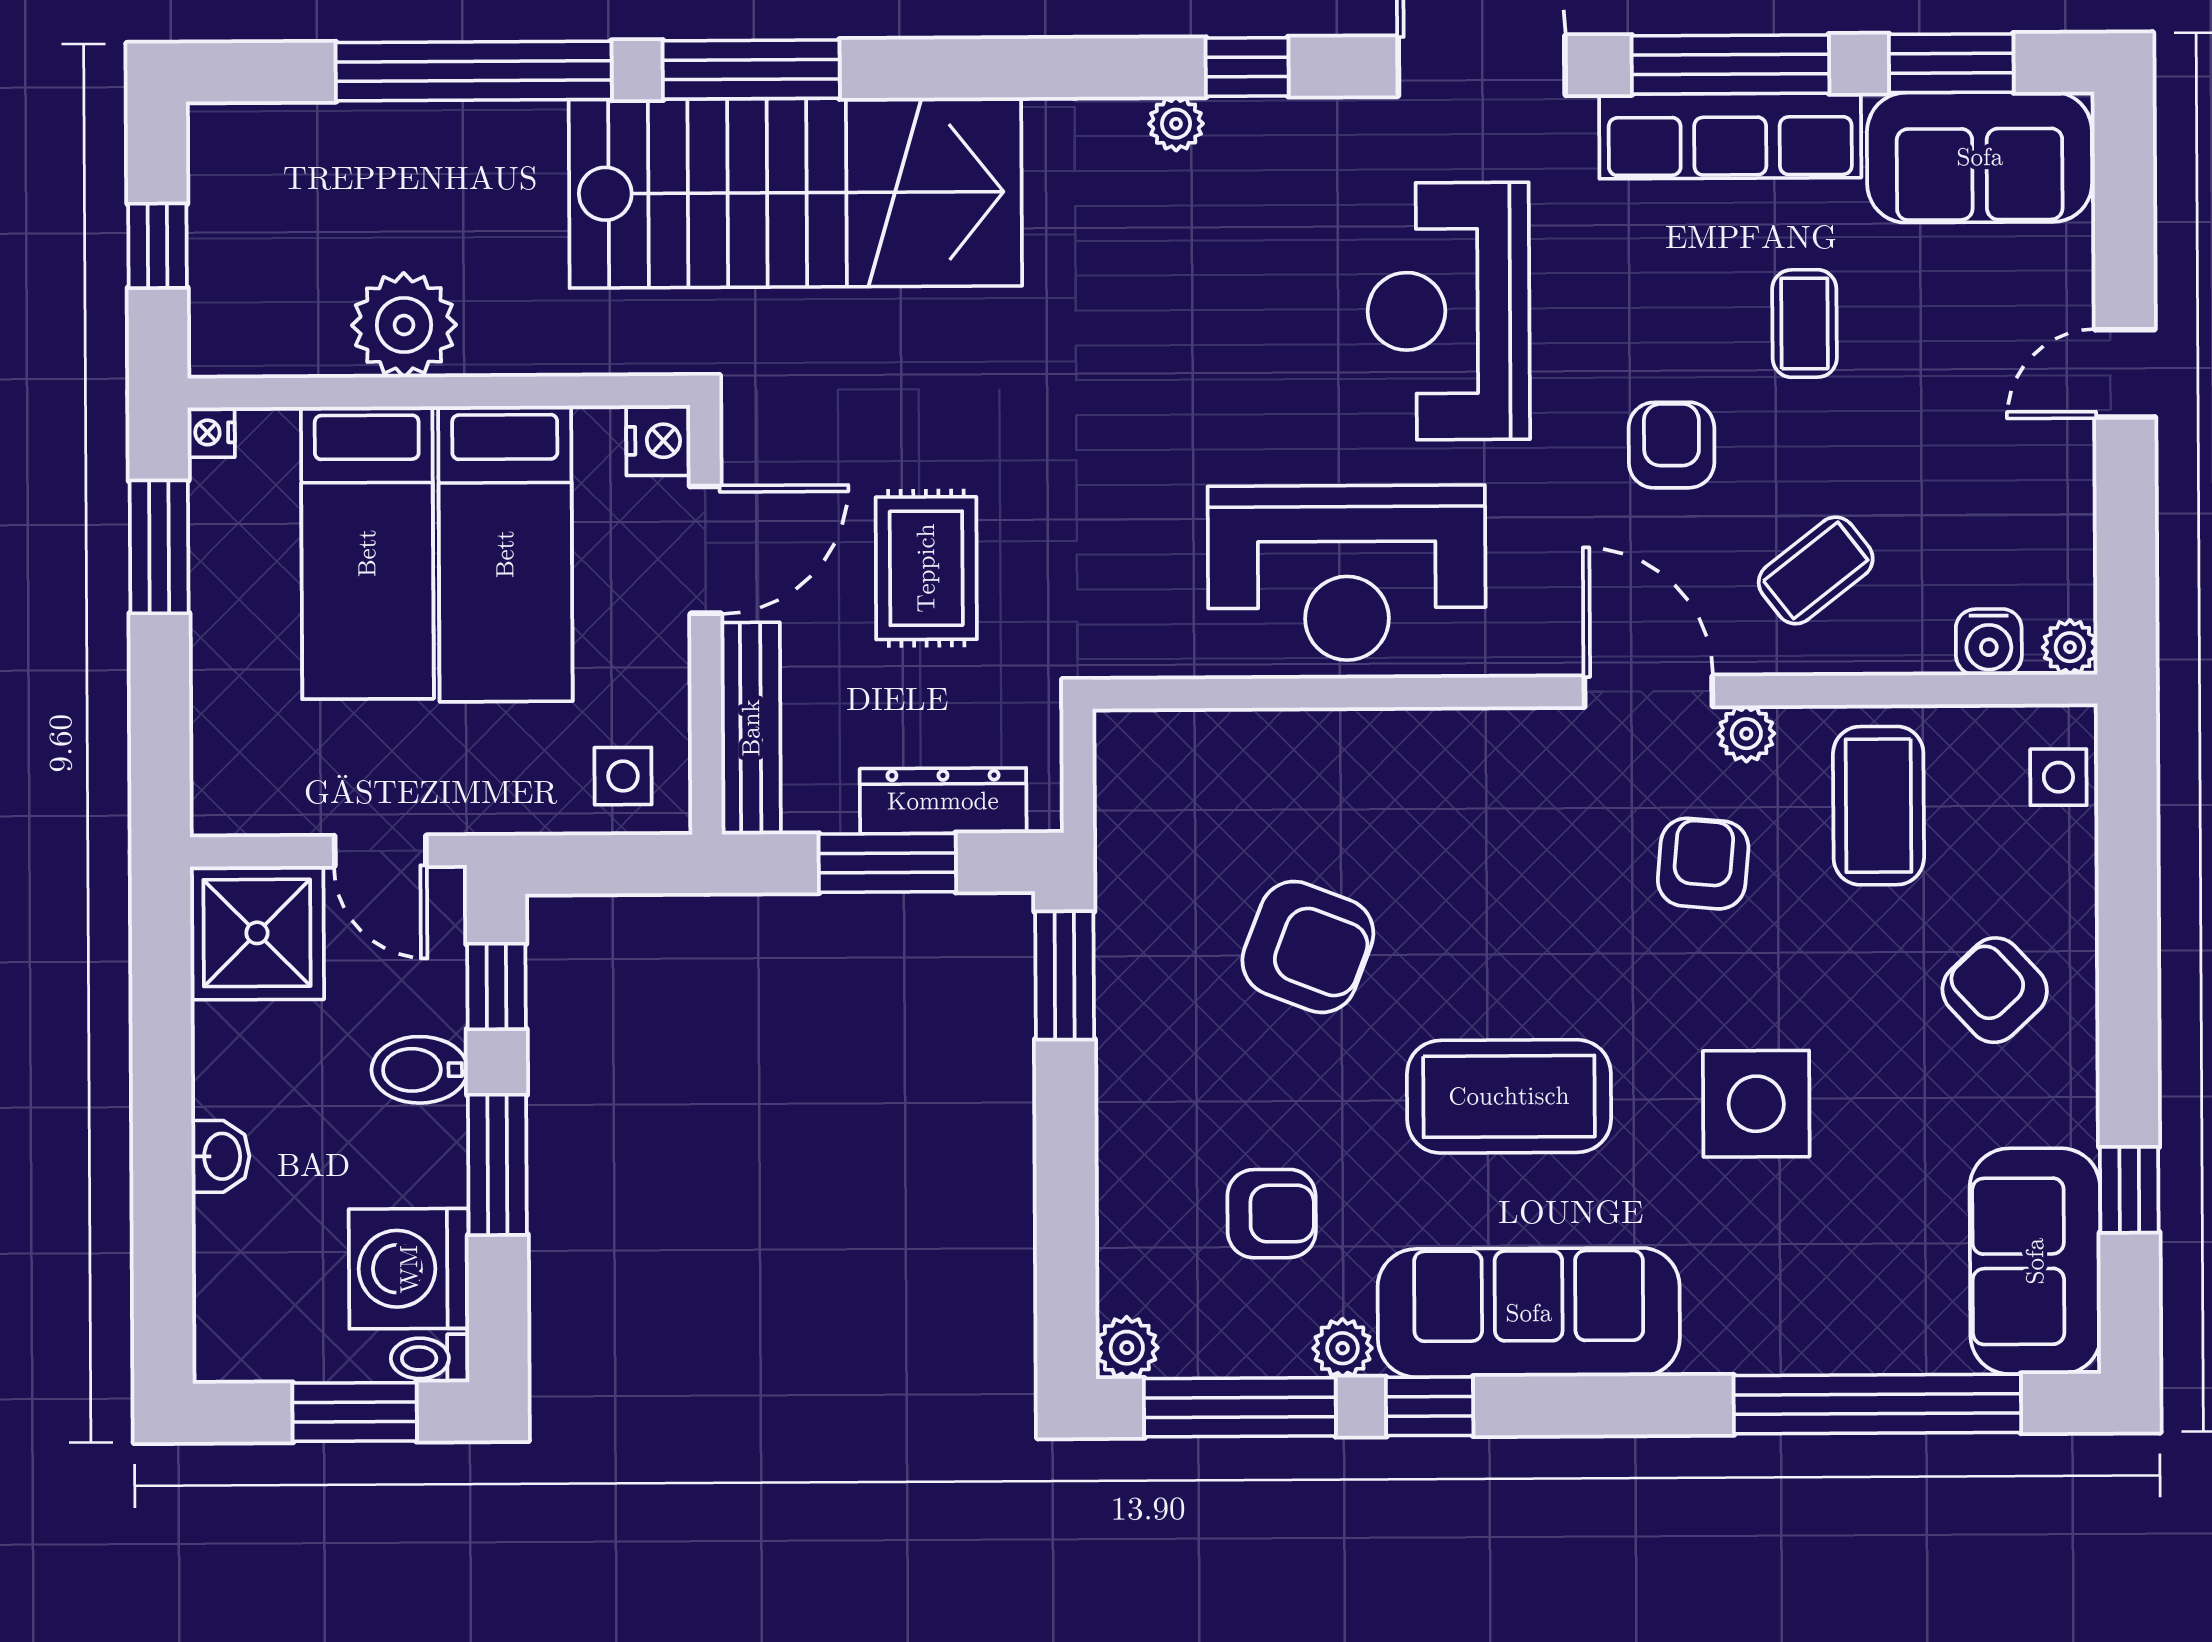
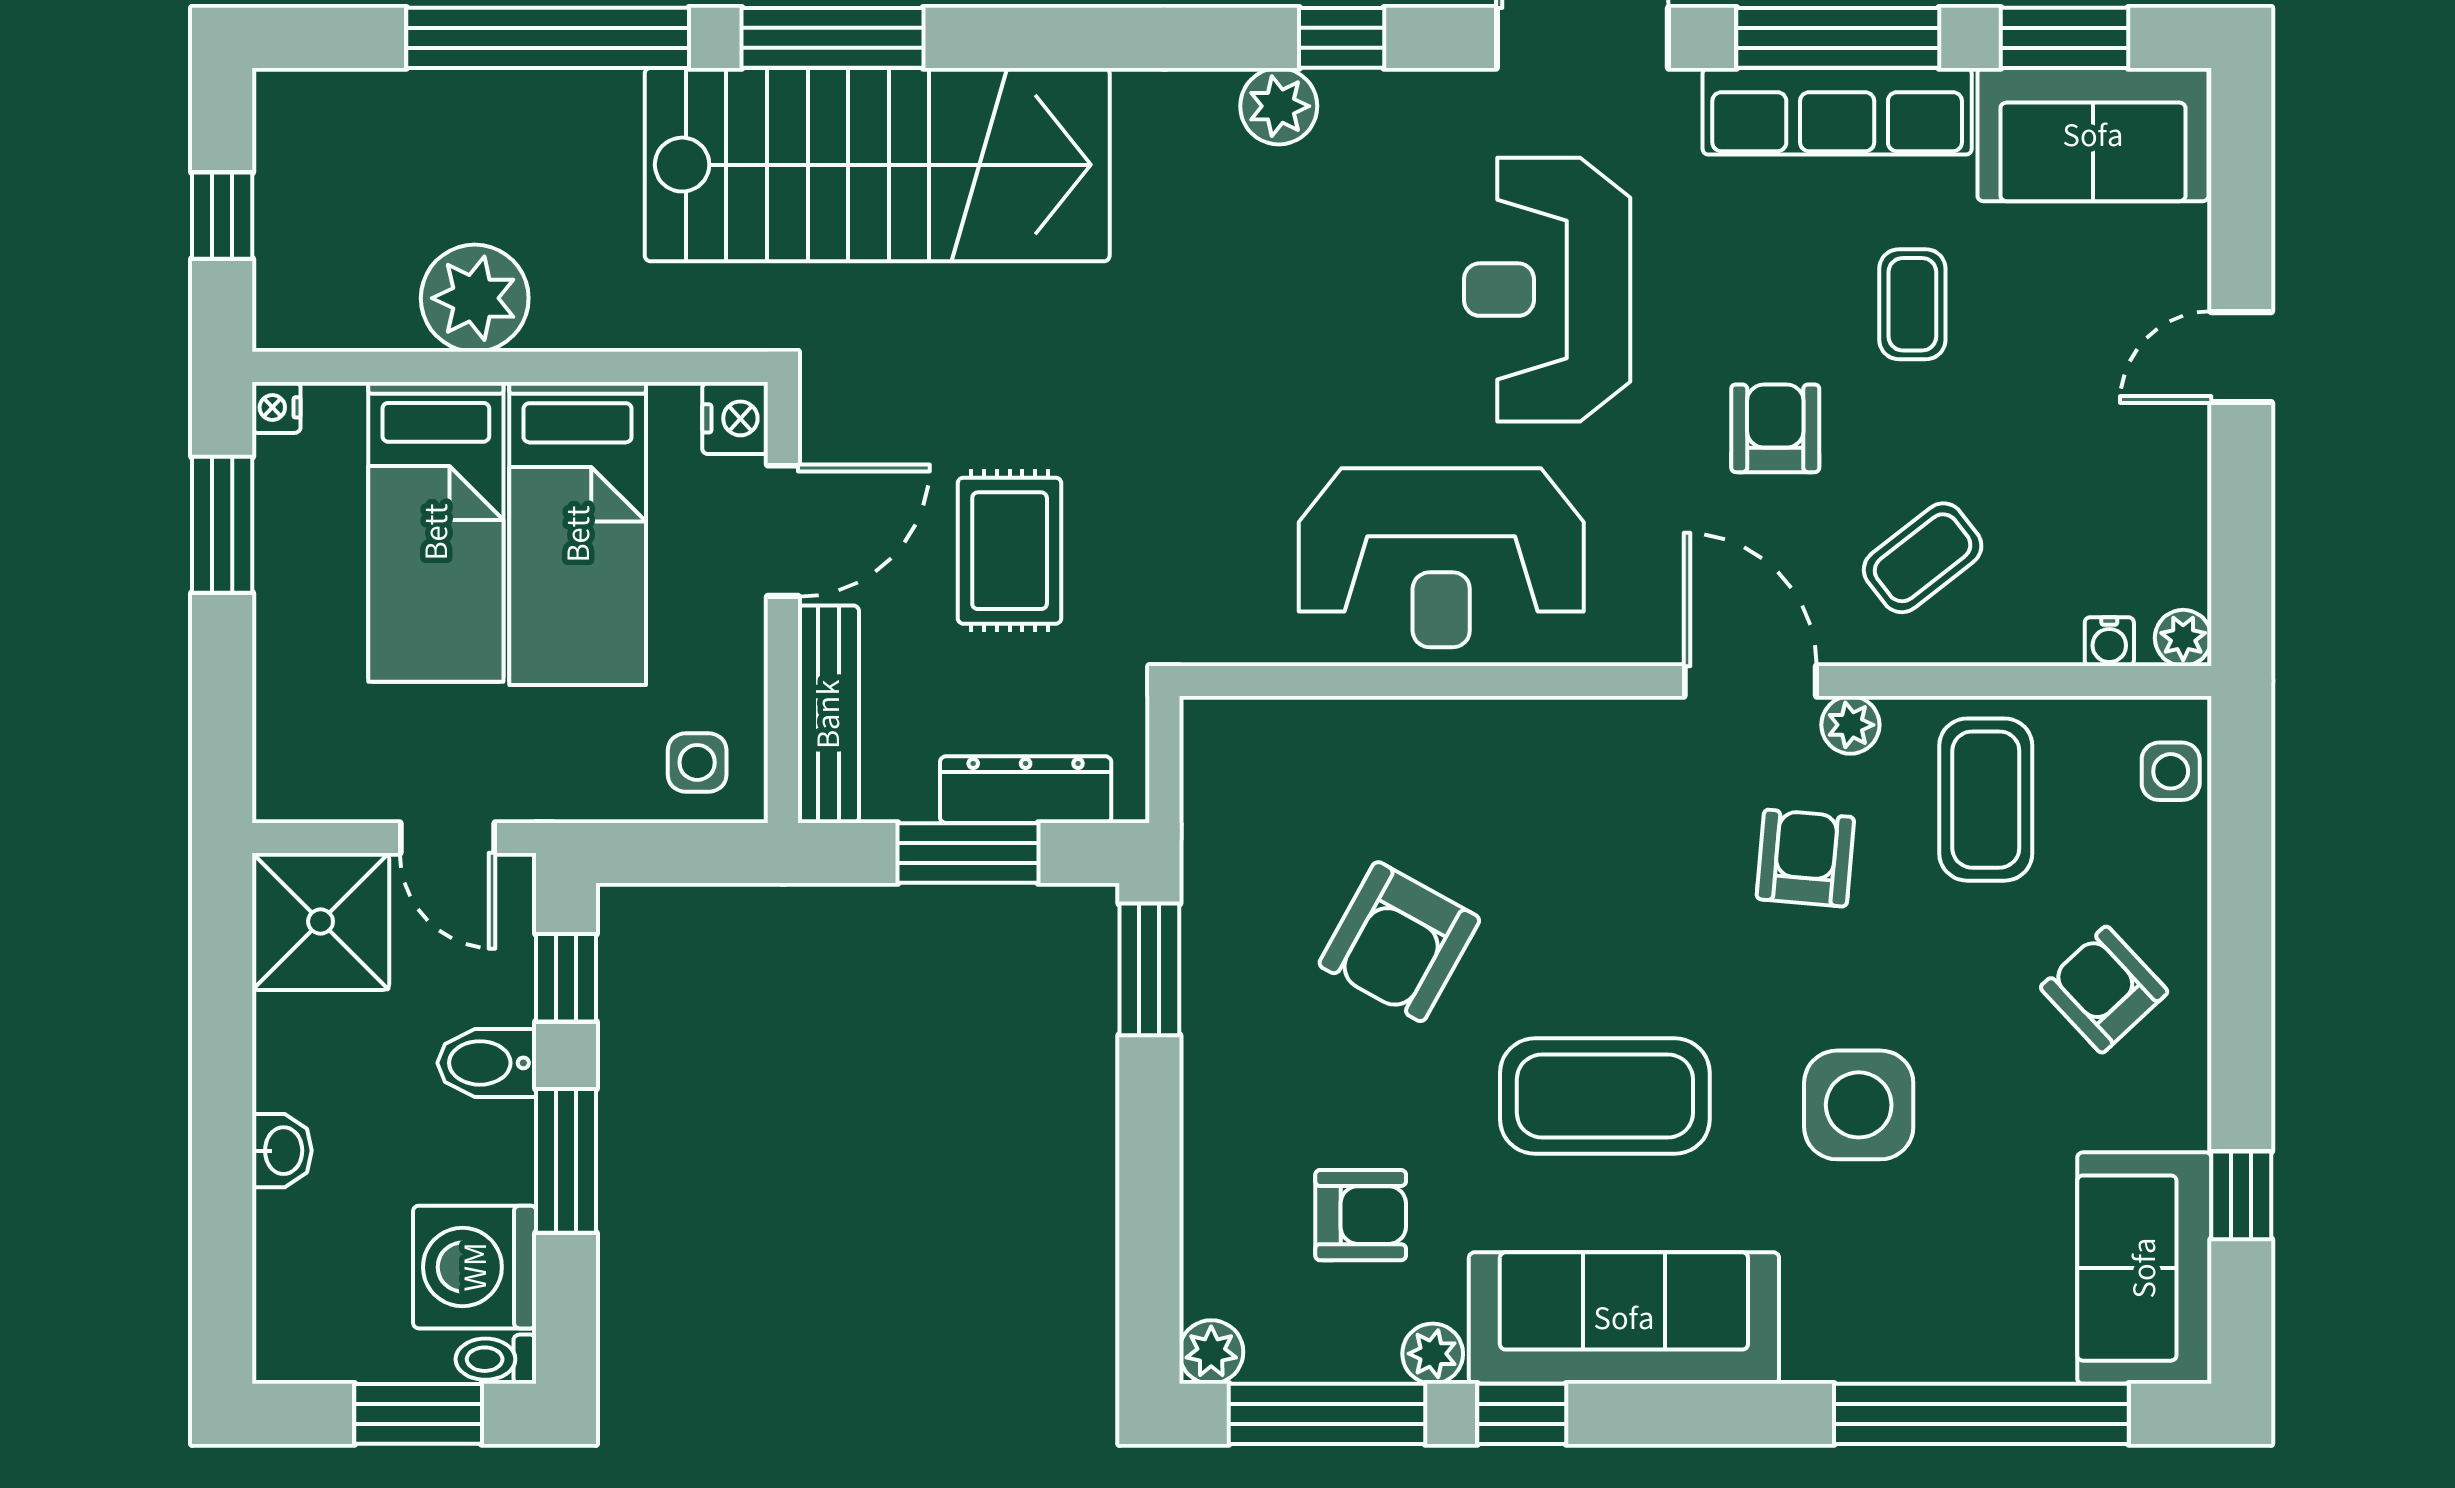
plant: (1176, 124) -> (1279, 106), width x1.38, depth x1.38
water cooler: (1989, 642) -> (2109, 642), width x0.72, depth x0.72
armchair: (1308, 947) -> (1399, 942), turned 98

